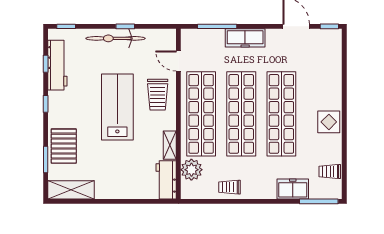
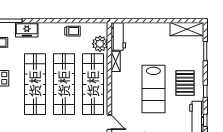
trolley: (158, 95) -> (124, 98), removed
pallet: (64, 146) -> (185, 83), moved

